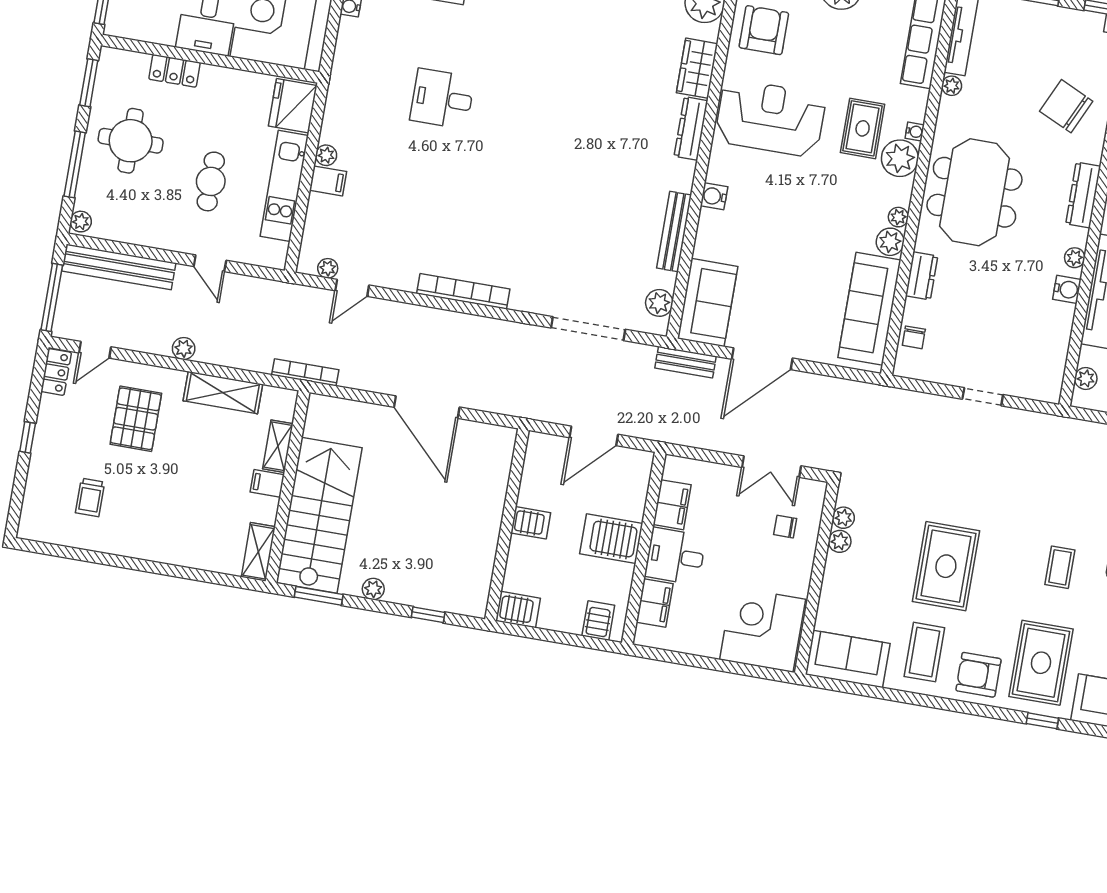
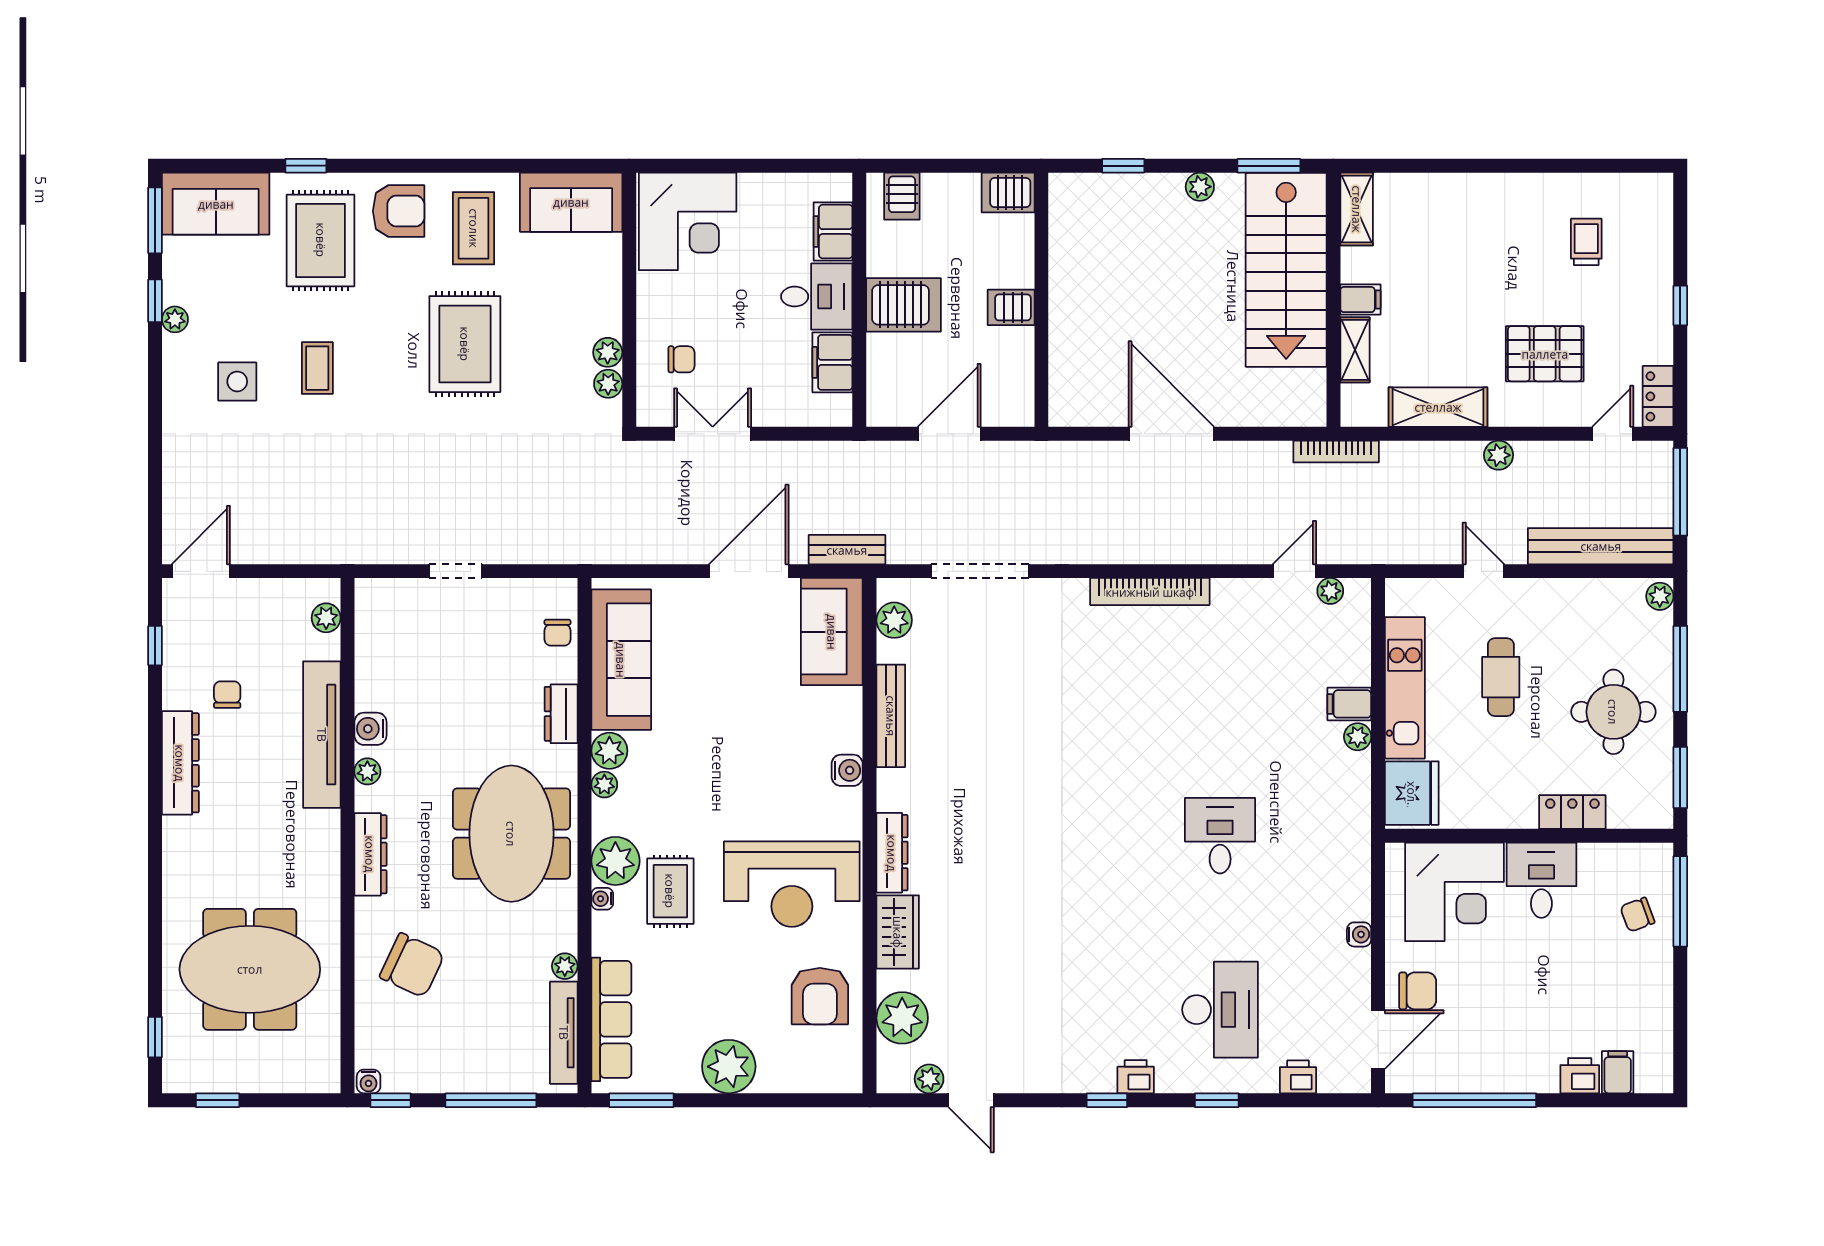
desk: (442, 99) -> (1220, 836), turned -90
chair: (914, 337) -> (557, 633), turned 180
pallet: (136, 419) -> (1545, 354), turned 90

